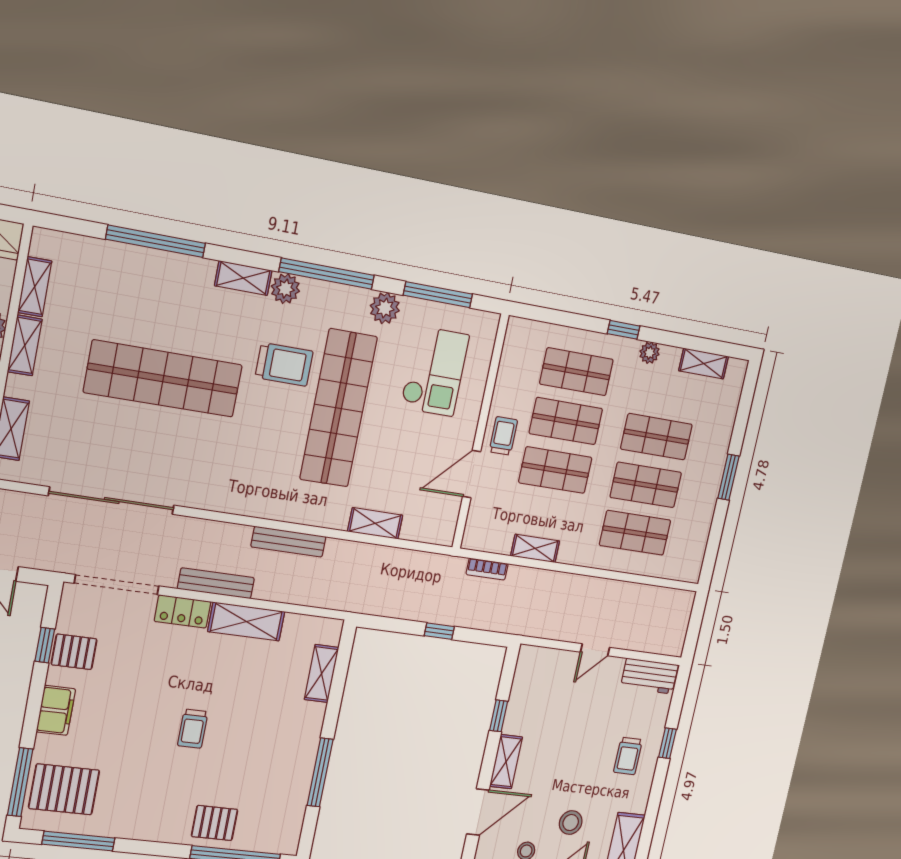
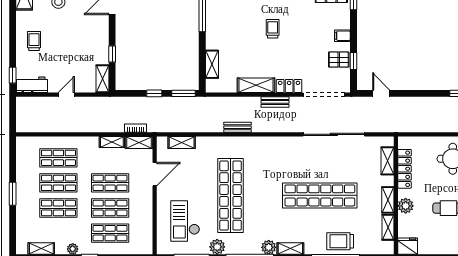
trolley: (284, 364) -> (340, 241), moved
trolley: (503, 436) -> (142, 196), removed
shelving: (375, 523) -> (182, 143), moved
shelving: (487, 540) -> (139, 143), added
bench: (288, 542) -> (238, 127), width x0.73
bench: (216, 583) -> (275, 102), width x0.73
window: (386, 624) -> (183, 93), added
filing cabinet: (56, 710) -> (342, 36), width x0.50
window: (668, 743) -> (13, 75), moved
shelving: (506, 762) -> (103, 79), moved

